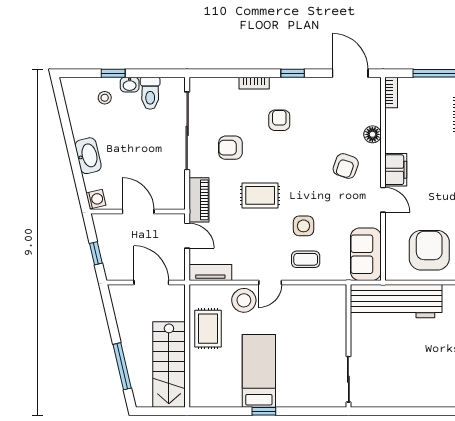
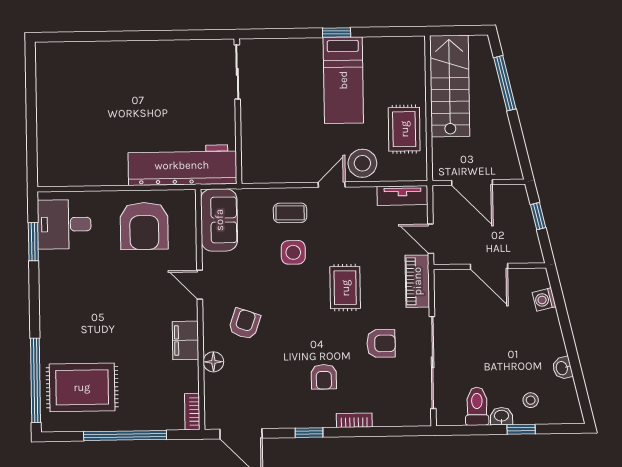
washbasin: (88, 156) -> (562, 368), moved, width x0.52, depth x0.69
filing cabinet: (396, 170) -> (186, 340), moved
rug: (260, 195) -> (345, 288), turned 90
washing machine: (96, 199) -> (544, 299), moved

